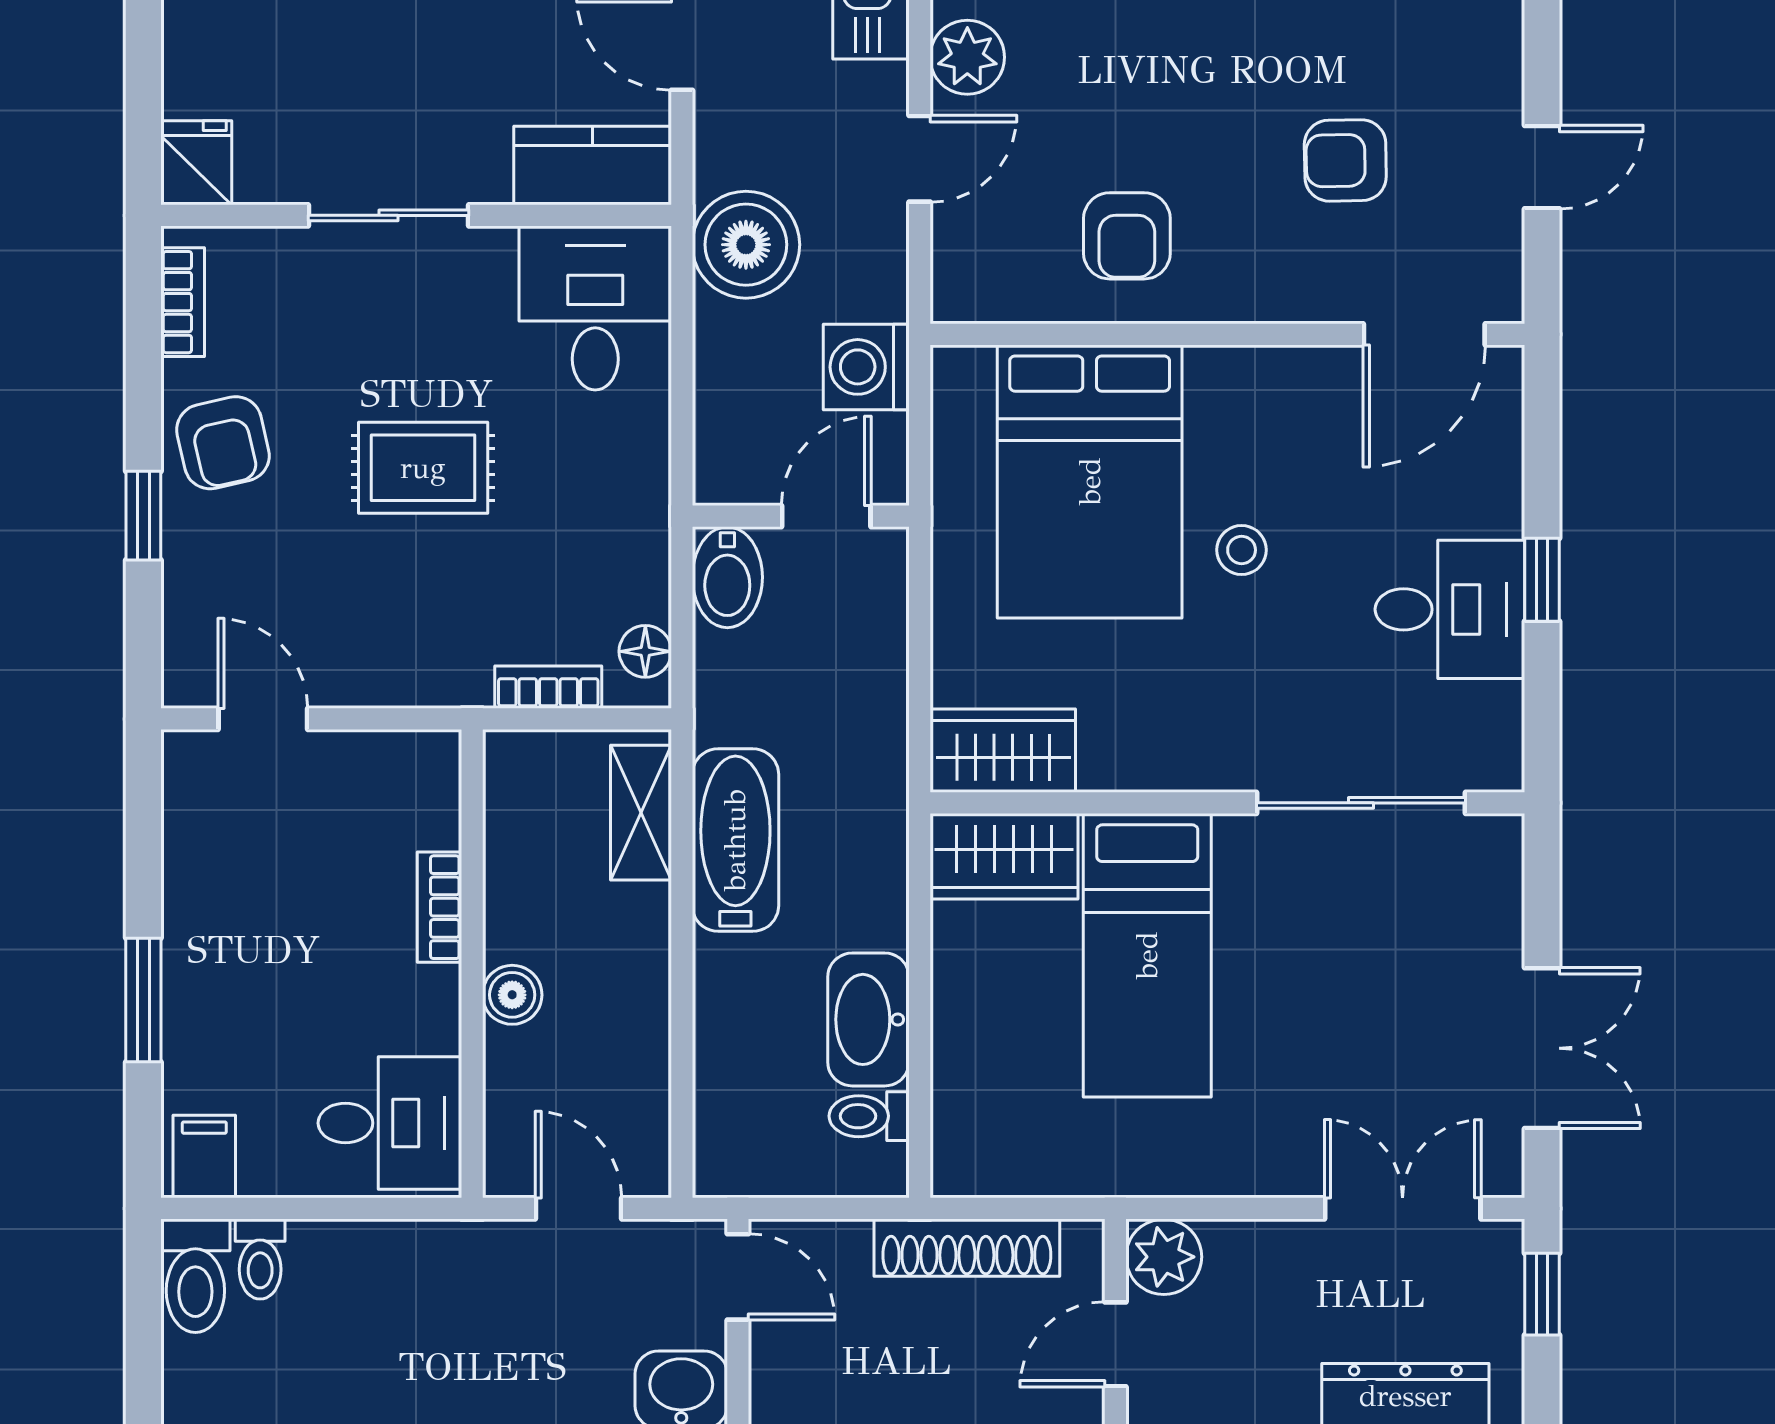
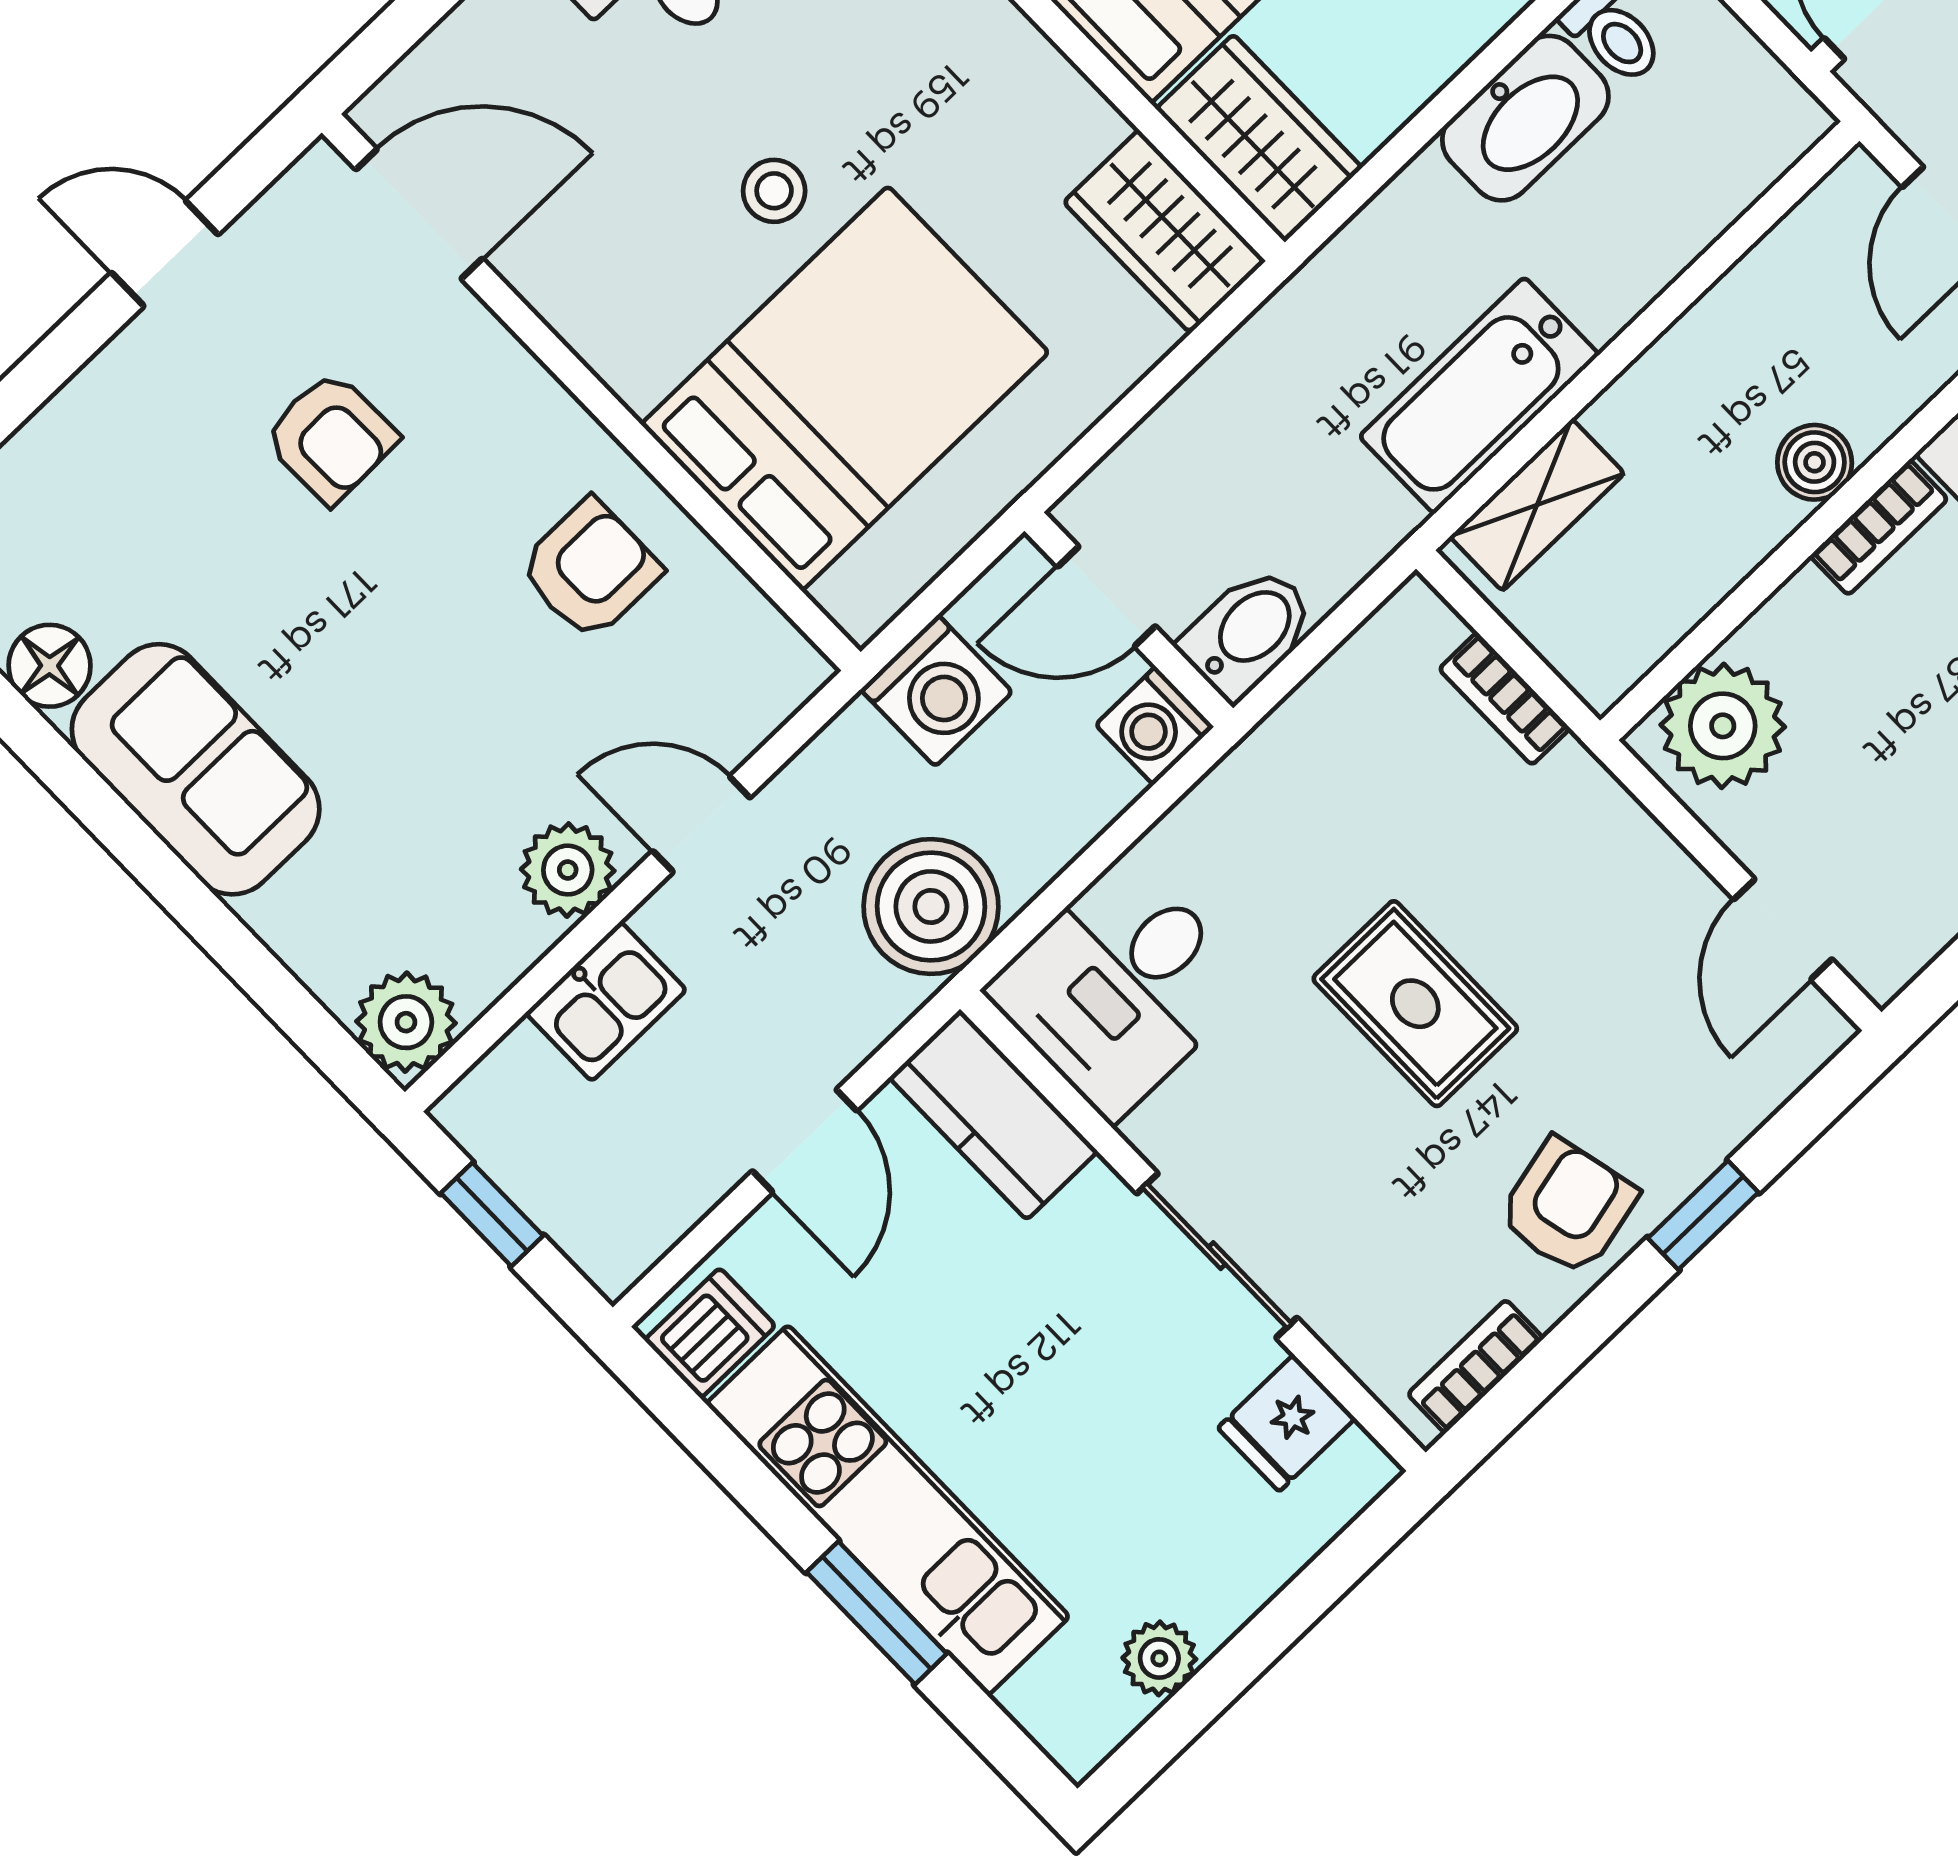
fridge: (196, 163) -> (1286, 1423), moved
washing machine: (726, 472) -> (1155, 726), added
floor lamp: (645, 651) -> (1387, 642), removed
plant: (412, 797) -> (1723, 726), added
bookcase: (439, 907) -> (1879, 527), moved

